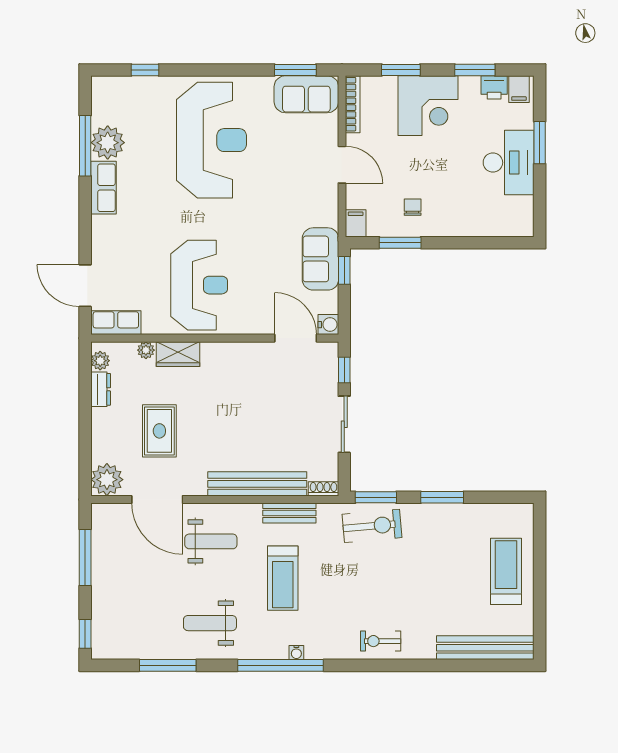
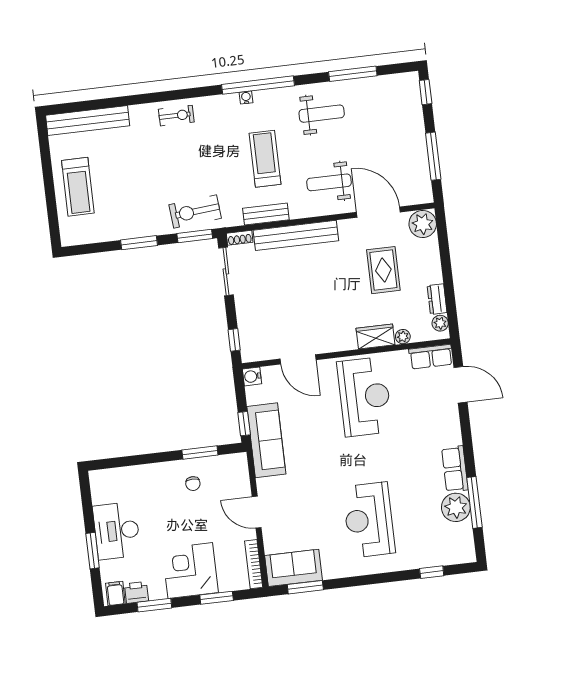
reception desk: (211, 140) -> (369, 520), width x0.74, depth x0.77
filing cabinet: (356, 223) -> (239, 464), removed
sofa: (320, 259) -> (266, 440), width x1.36
reception desk: (199, 285) -> (365, 397), turned 180
door: (296, 338) -> (298, 359), moved
sliding door: (344, 424) -> (226, 271), moved

